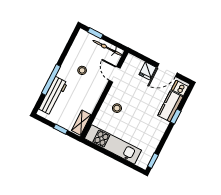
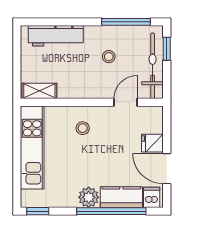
bicycle: (107, 48) -> (153, 66), width x1.37, depth x1.40
window: (51, 80) -> (126, 22), moved
window: (176, 117) -> (111, 211), width x3.17
plant: (160, 126) -> (89, 197), added
window: (61, 129) -> (17, 68), removed

